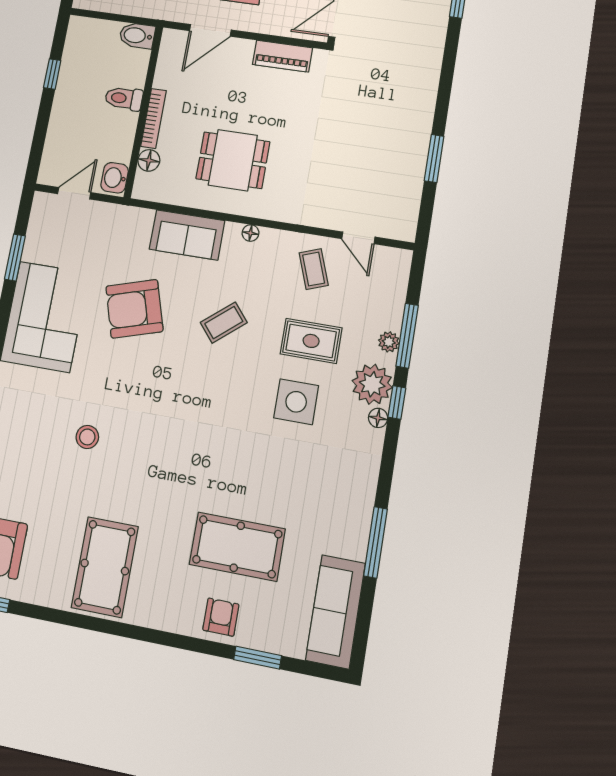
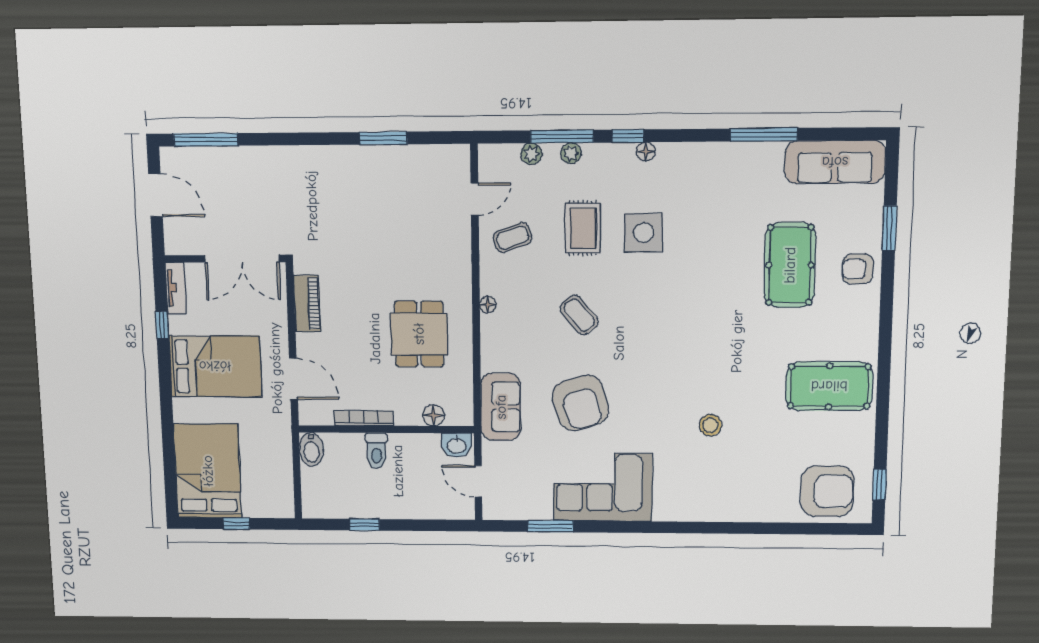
bookcase: (154, 118) -> (364, 418), moved
sofa: (187, 235) -> (501, 407), moved
plant: (372, 384) -> (531, 154), moved, width x0.53, depth x0.53

